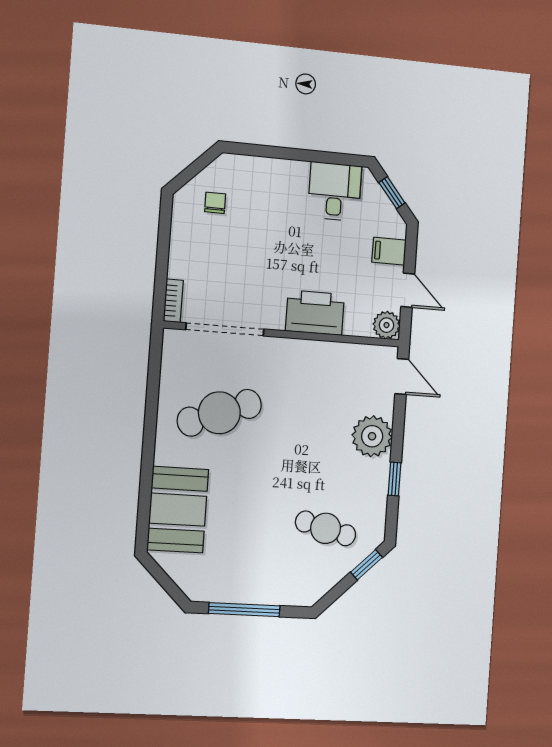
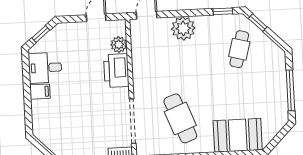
chair: (215, 203) -> (62, 136), removed
filing cabinet: (389, 251) -> (40, 92), moved, turned -90
plant: (386, 325) -> (119, 45), moved
window: (394, 479) -> (223, 11), moved

